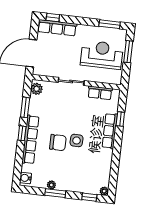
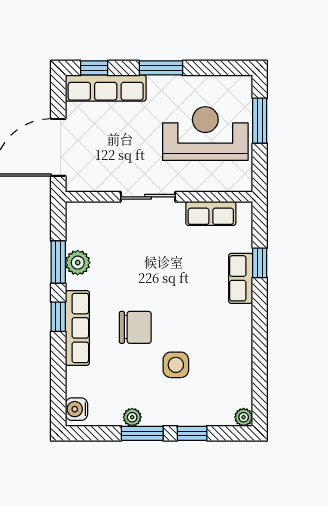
window: (110, 24) -> (161, 68), moved
plant: (37, 89) -> (78, 263), moved
row of seats: (110, 131) -> (241, 278), width x0.68
row of seats: (30, 140) -> (77, 328), width x0.73
side table: (77, 140) -> (176, 365), moved
window: (89, 197) -> (192, 433), moved

